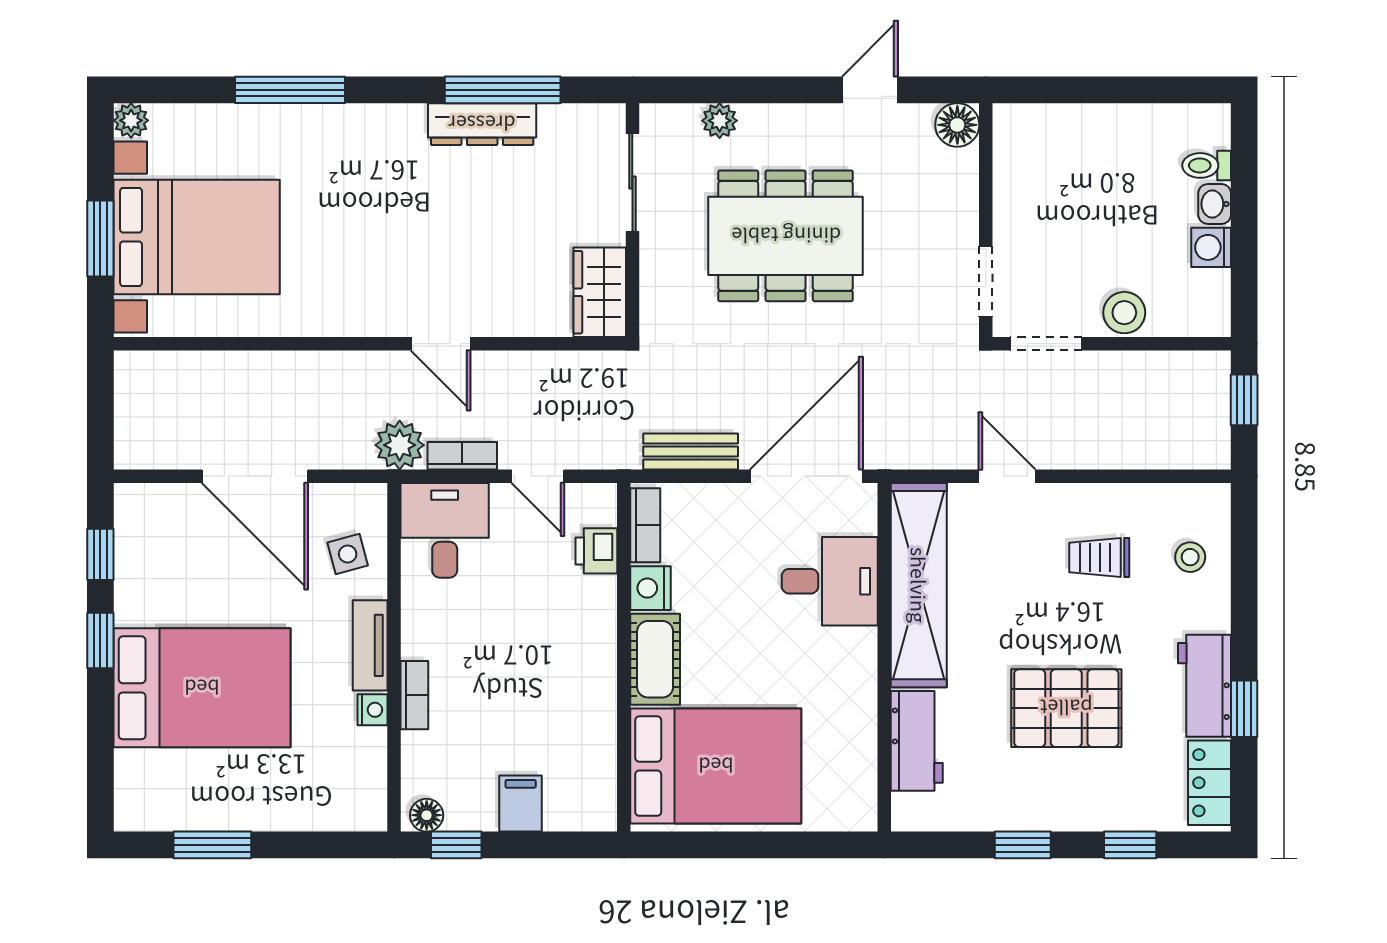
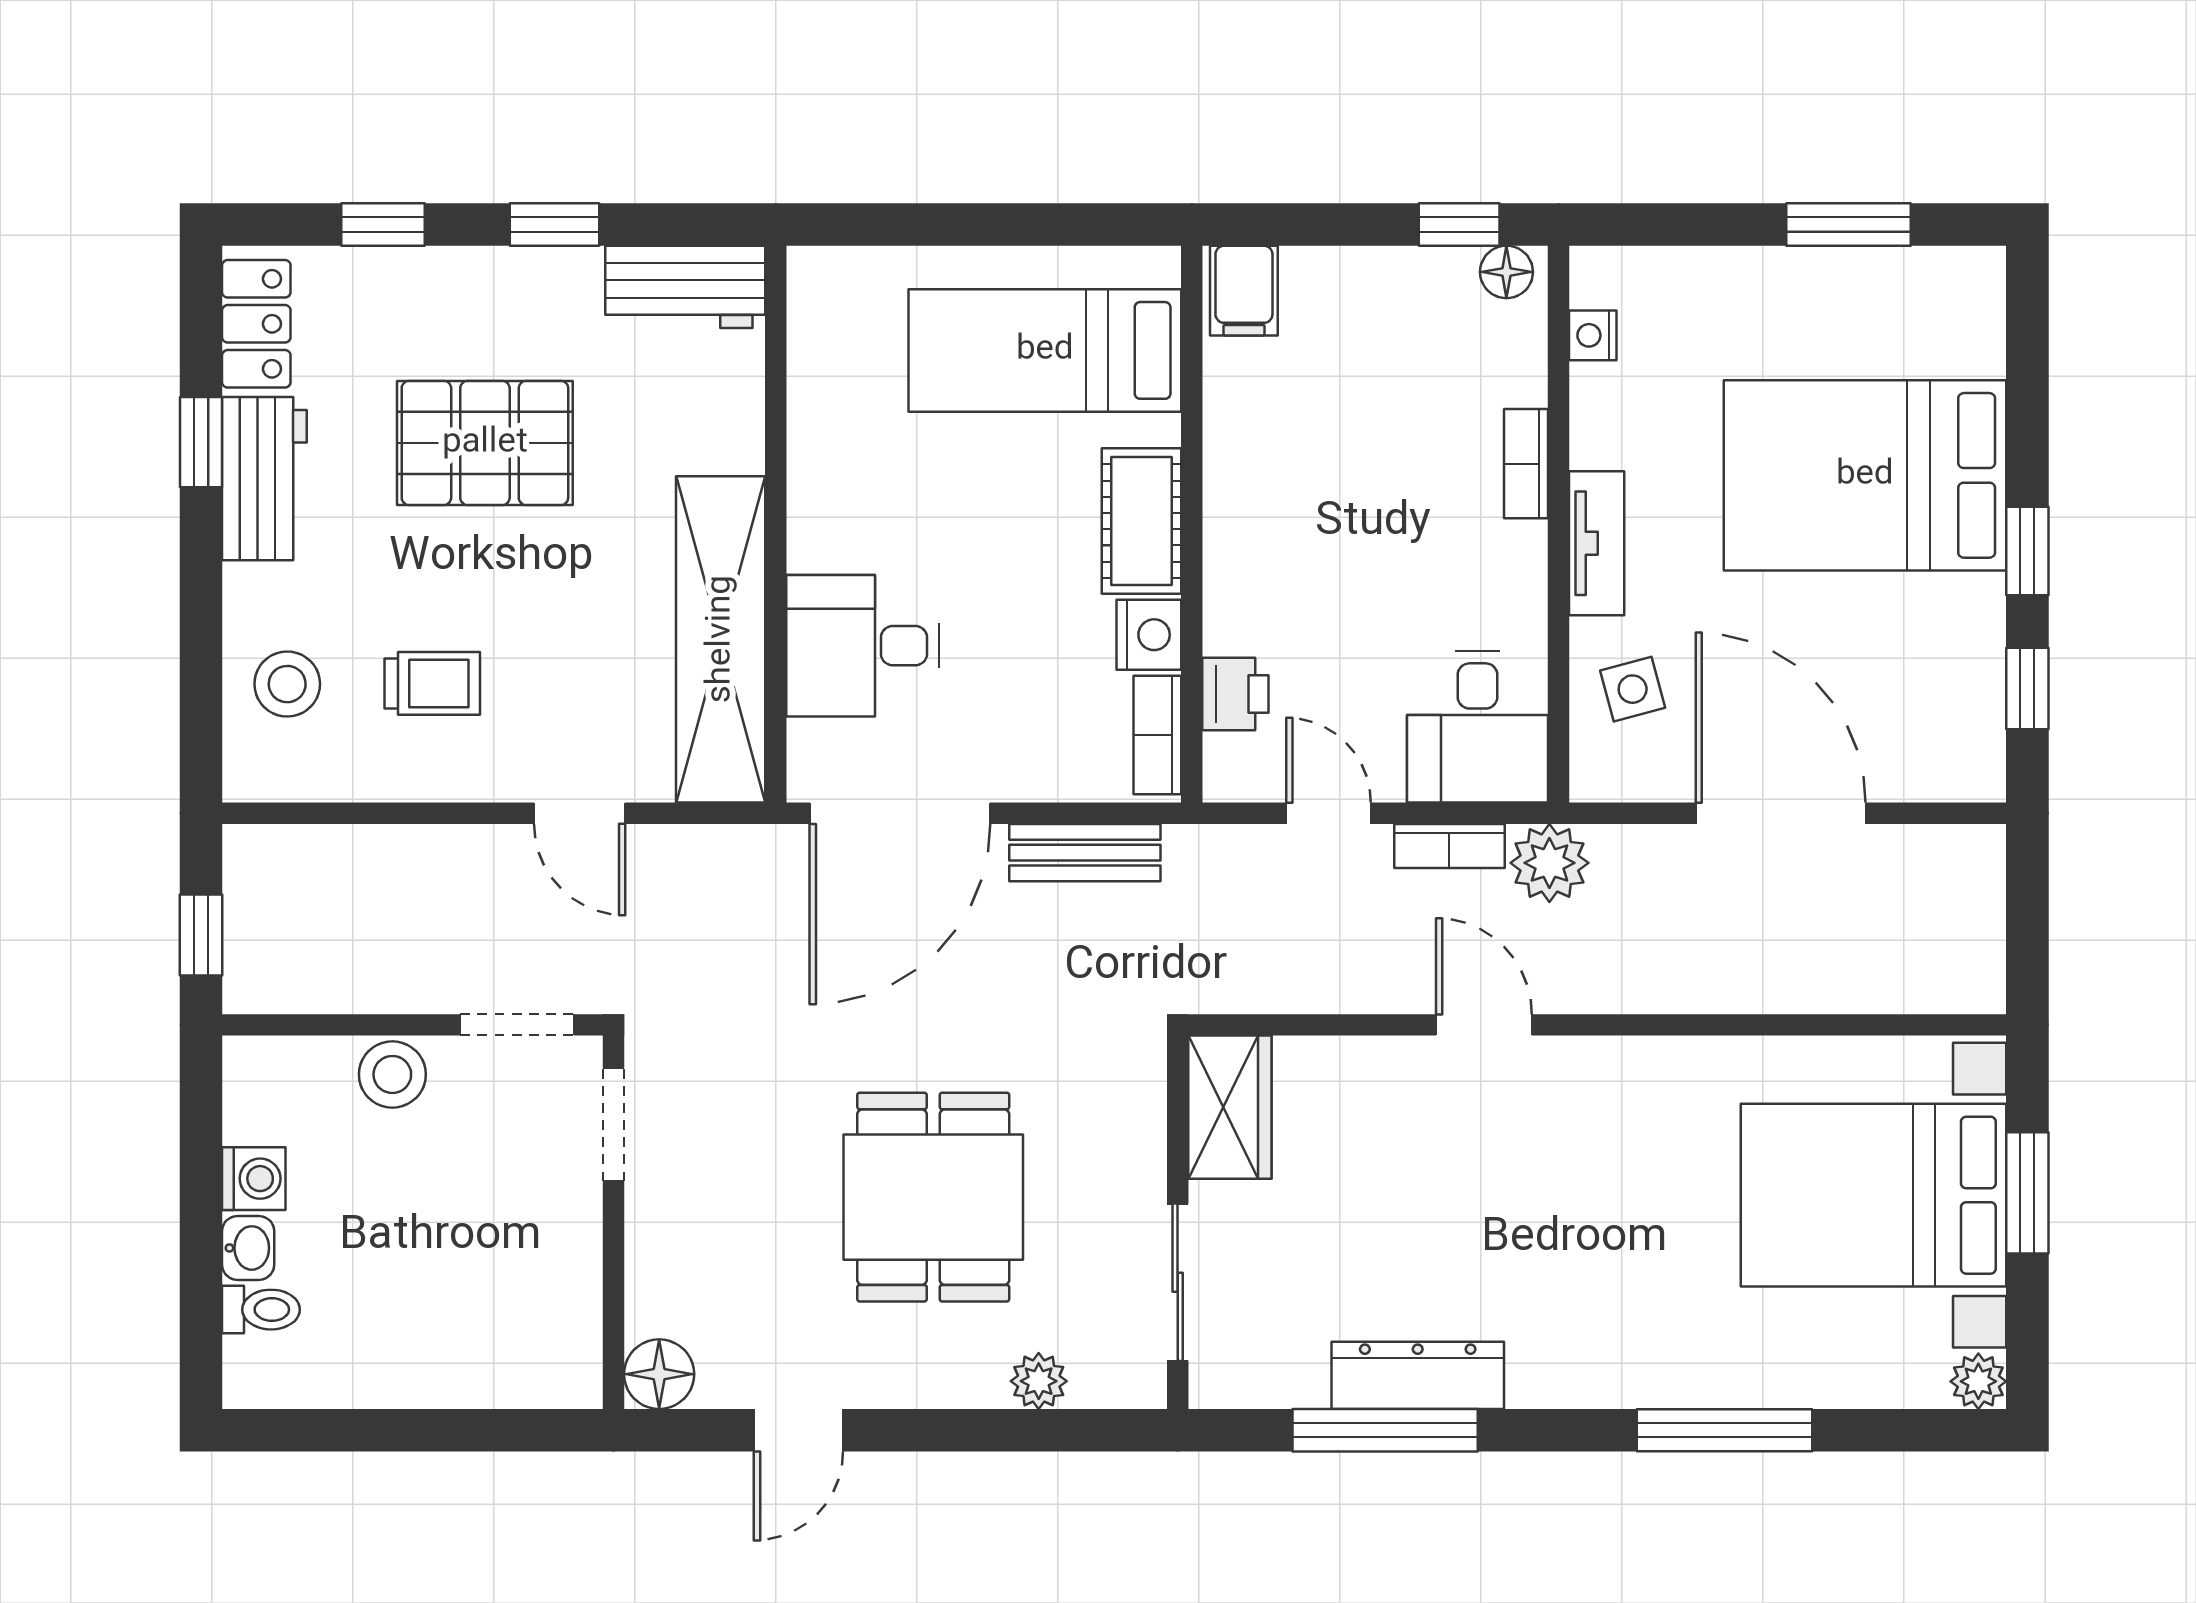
dining table: (786, 236) -> (933, 1197), width x0.73
stool: (1190, 557) -> (287, 684), width x1.37, depth x1.37
nightstand: (373, 710) -> (1593, 335), moved
workbench: (917, 741) -> (685, 287), moved, turned -90
bed: (716, 766) -> (1045, 350), width x0.67
filing cabinet: (521, 804) -> (1244, 291), moved

